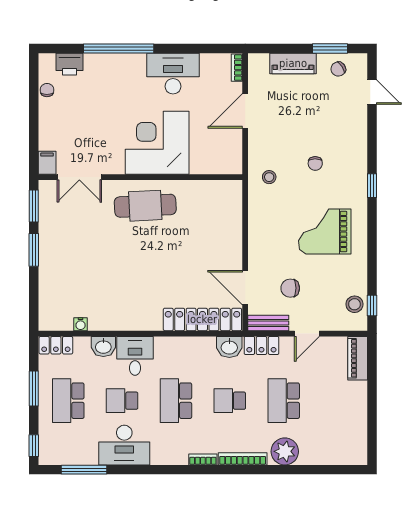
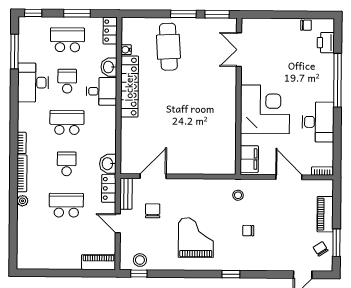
filing cabinet: (47, 163) -> (249, 159), moved, width x2.00
cafe table: (145, 206) -> (168, 47), moved
locker: (202, 319) -> (129, 87), moved
plant: (285, 451) -> (23, 201), width x0.53, depth x0.53

